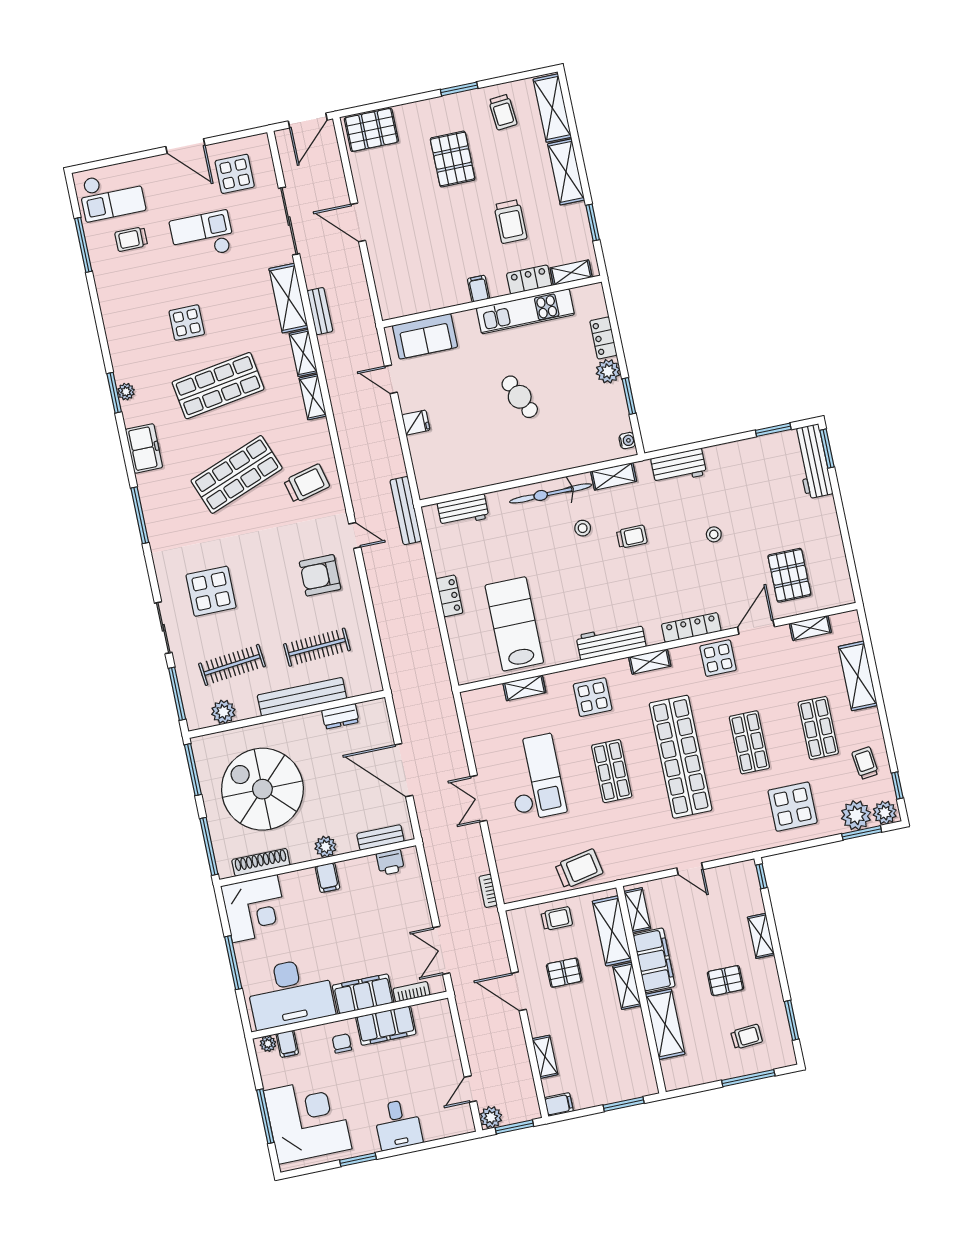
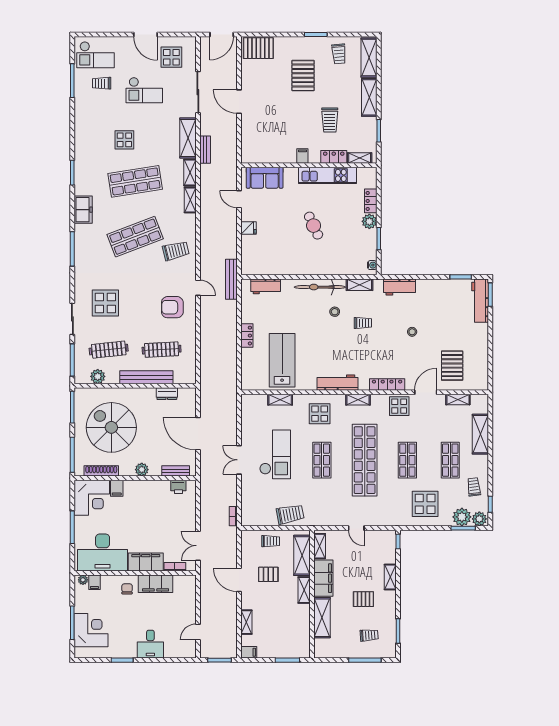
checkout: (202, 236) -> (144, 90), turned 180
plant: (126, 392) -> (79, 173), removed
filing cabinet: (327, 878) -> (117, 488), moved
plant: (491, 1117) -> (207, 651), removed
corner desk: (308, 1120) -> (91, 630), width x0.74, depth x0.74

